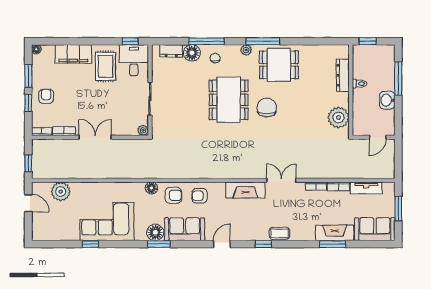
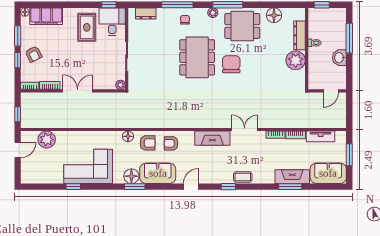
floor lamp: (192, 53) -> (274, 15), moved
filing cabinet: (73, 54) -> (46, 16), moved
armchair: (46, 96) -> (34, 54), turned 153
plant: (338, 118) -> (296, 60), moved
door: (28, 203) -> (18, 150), hinge flipped

